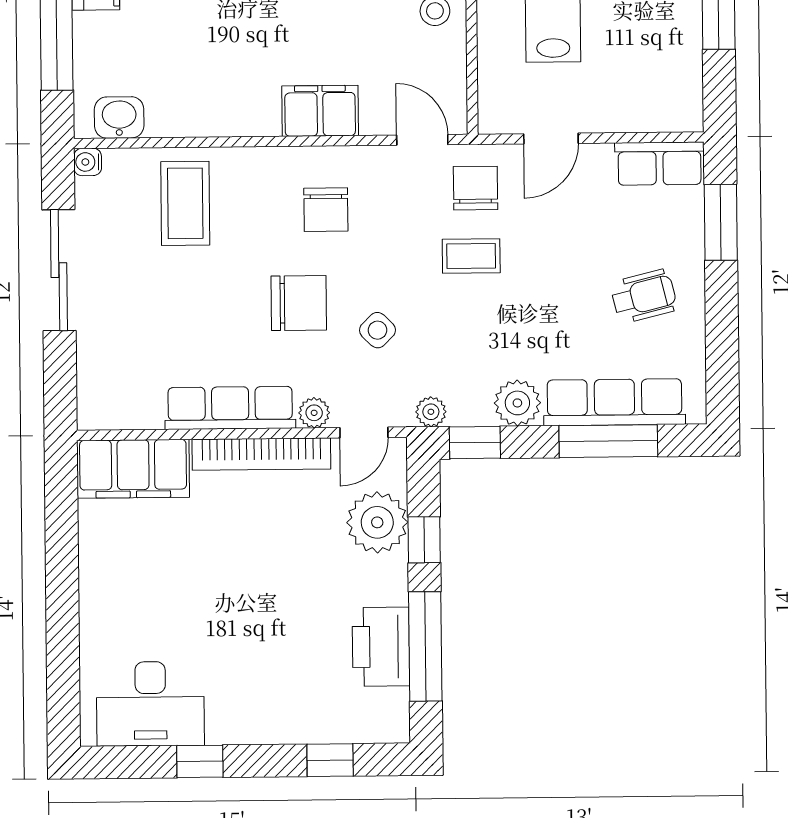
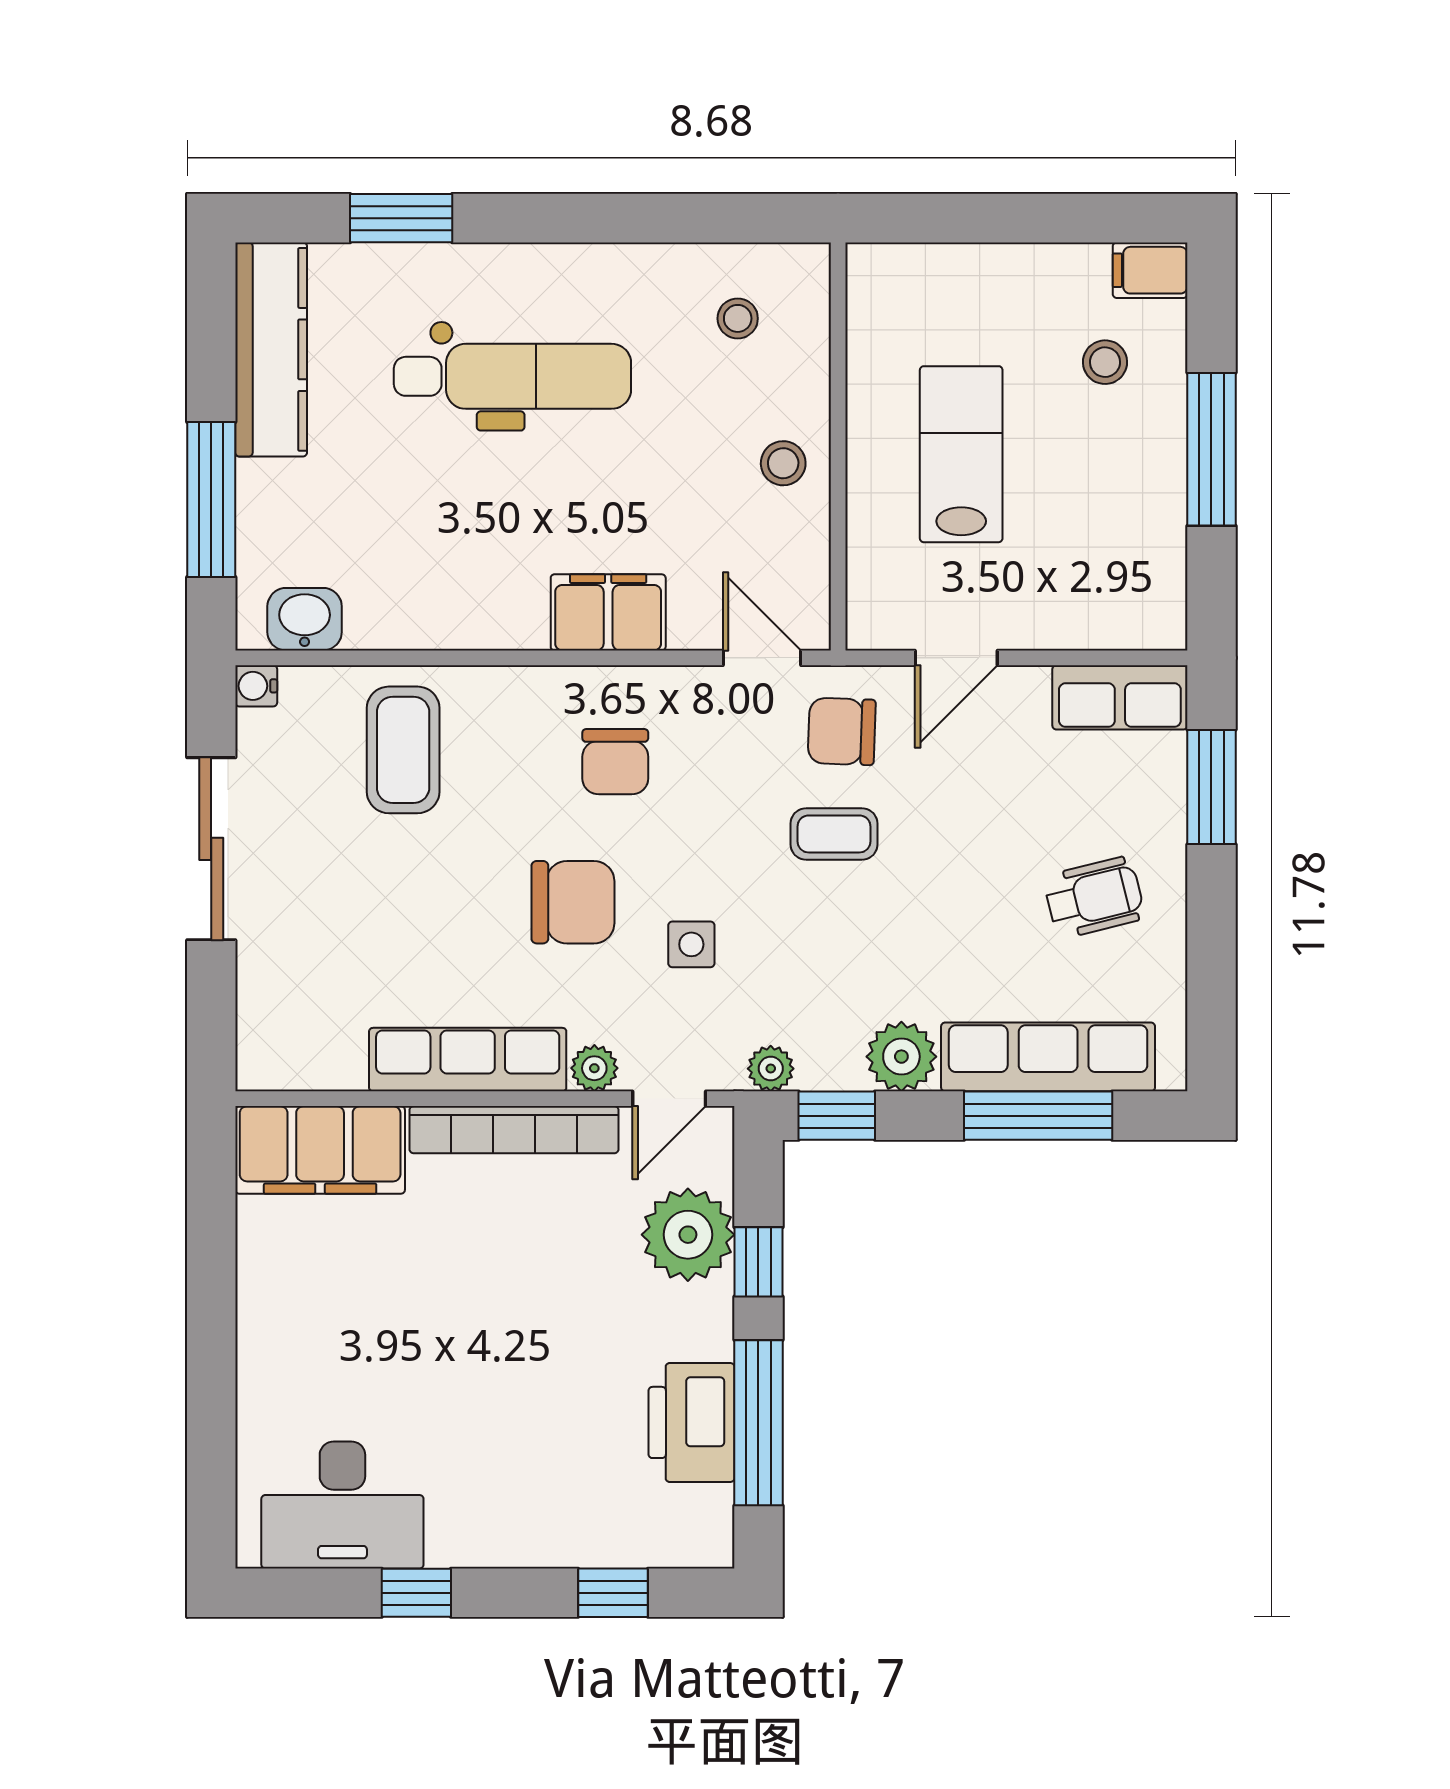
chair: (476, 188) -> (842, 731), turned -88
side table: (378, 330) -> (691, 944), turned 45

